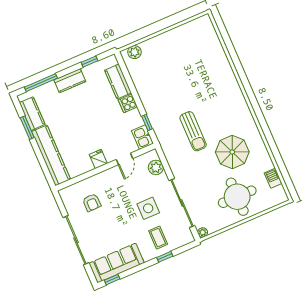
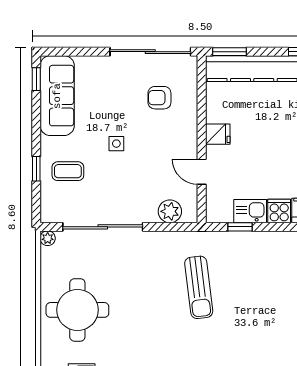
sun lounger: (193, 131) -> (199, 287), turned -97
kitchen sink: (143, 137) -> (250, 211), moved
parasol: (232, 152) -> (145, 331), removed
window: (47, 173) -> (229, 52), added
side table: (148, 208) -> (116, 144), moved, width x0.54, depth x0.54
sliding door: (76, 240) -> (150, 52), moved

